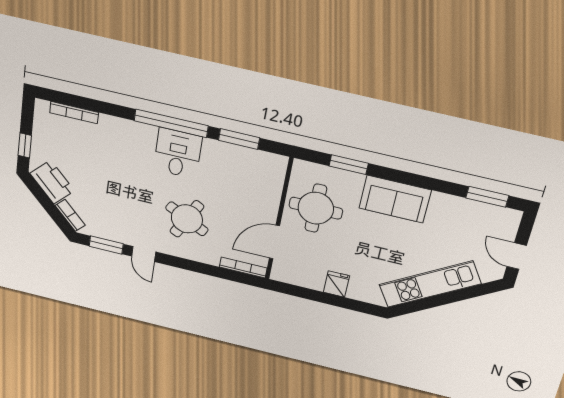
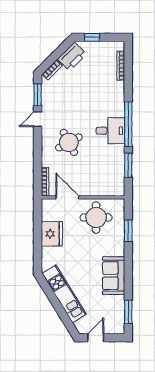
sofa: (395, 199) -> (114, 276), moved
round table: (187, 219) -> (69, 142), turned 35
fridge: (336, 284) -> (52, 234), width x1.88, depth x1.34

